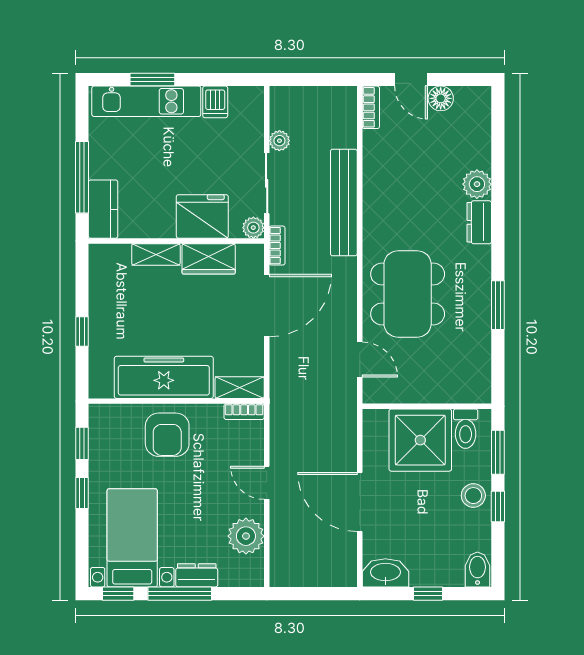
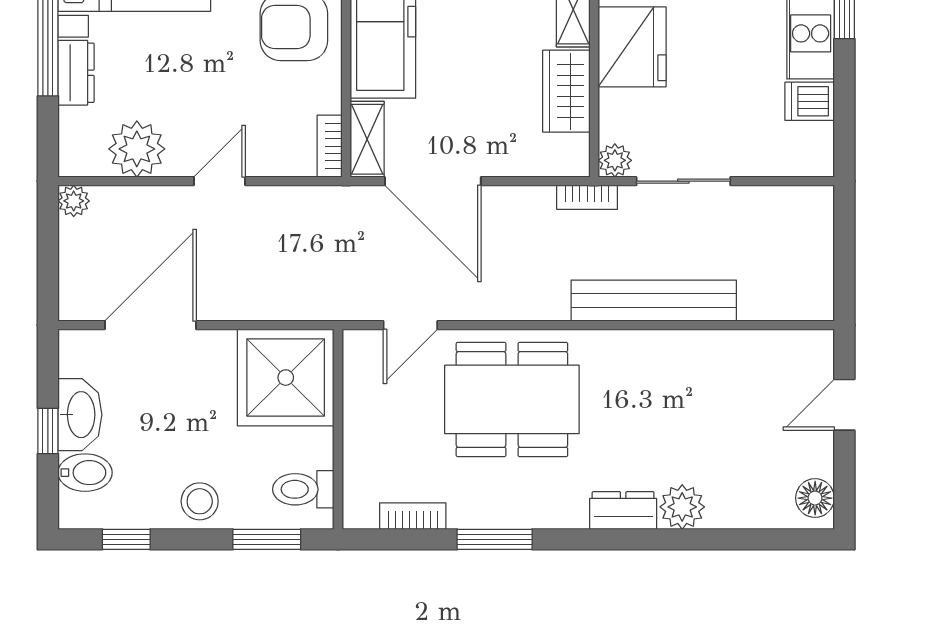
floor lamp: (441, 98) -> (815, 498), moved
bookcase: (371, 107) -> (413, 516), moved, turned 180
plant: (279, 141) -> (74, 201), moved
fridge: (202, 216) -> (632, 47), moved
door: (267, 305) -> (433, 181), moved
shower: (420, 440) -> (286, 378), moved
door: (360, 502) -> (151, 325), moved
window: (498, 506) -> (126, 539), moved
bidet: (477, 570) -> (85, 473), moved
washbasin: (385, 573) -> (80, 415), moved

